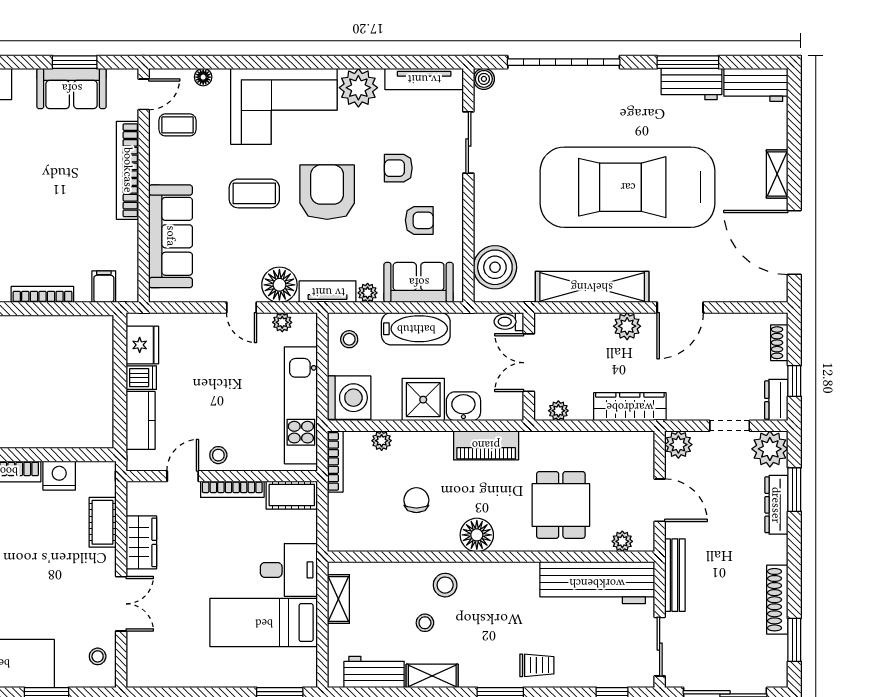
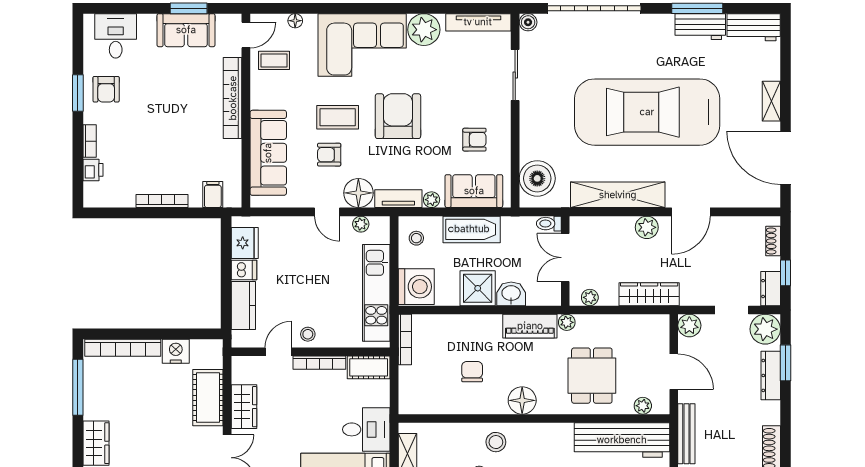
armchair: (398, 168) -> (329, 155), moved
plant: (382, 441) -> (567, 322), moved
cot: (103, 522) -> (208, 398), width x1.37, depth x1.34

